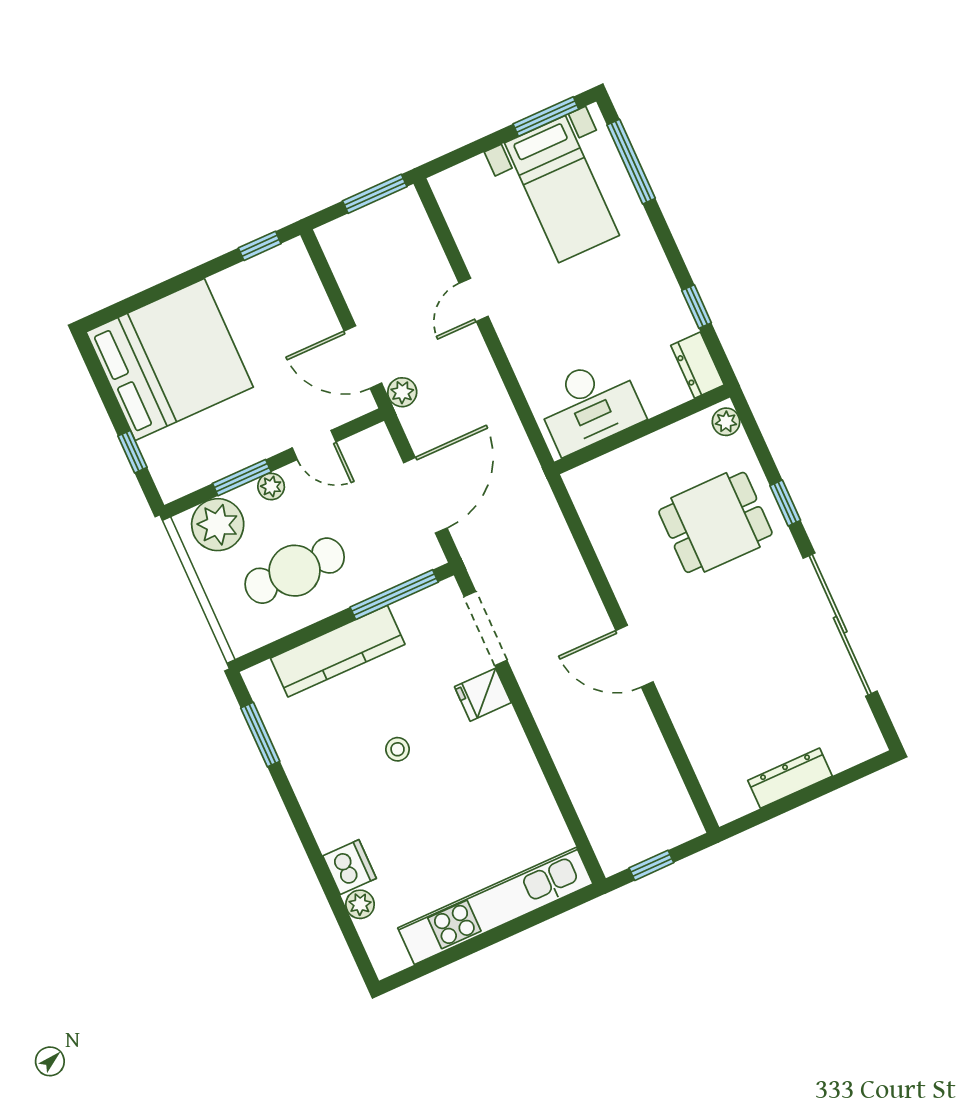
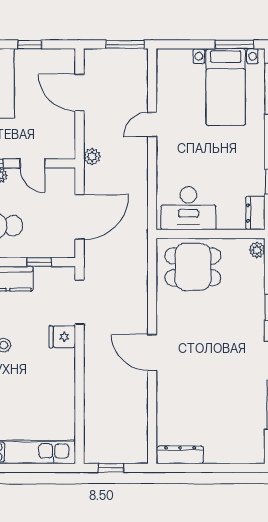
window: (260, 246) -> (30, 44), moved
door: (363, 357) -> (80, 93), moved
dining table: (715, 522) -> (193, 267), moved
window: (394, 595) -> (39, 262), width x0.46
dresser: (790, 778) -> (180, 455), moved

